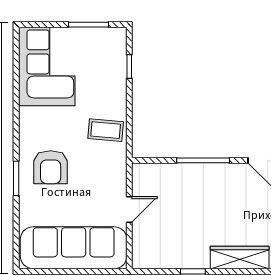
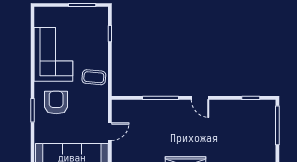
corner sofa: (47, 66) -> (53, 54), moved
armchair: (51, 167) -> (56, 103), turned 180

